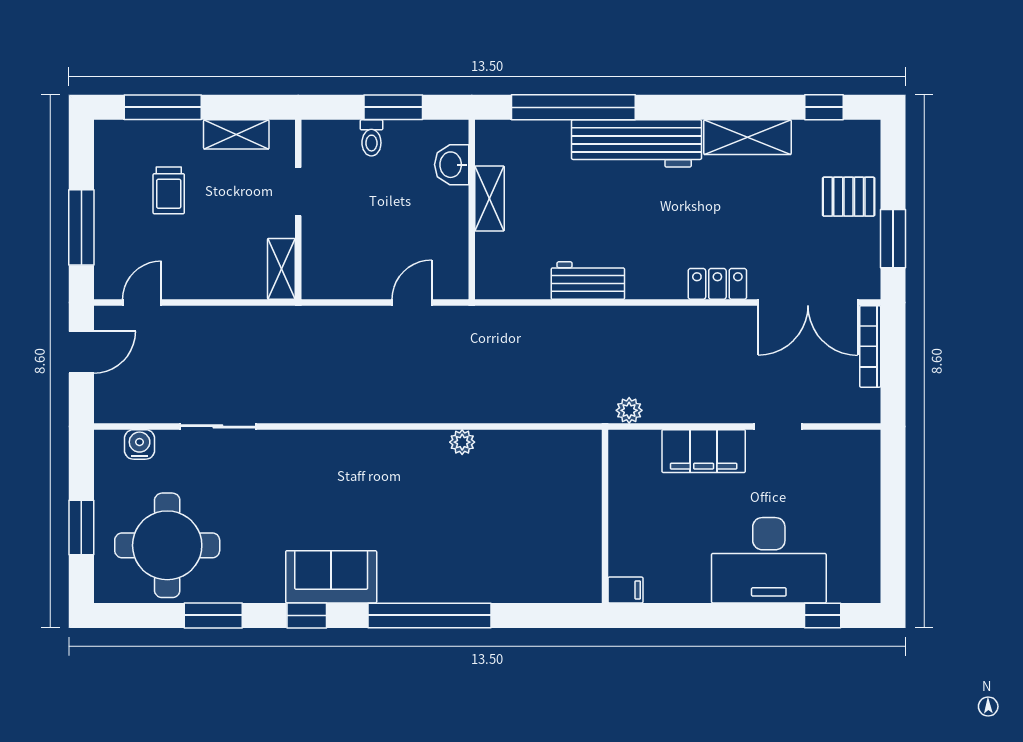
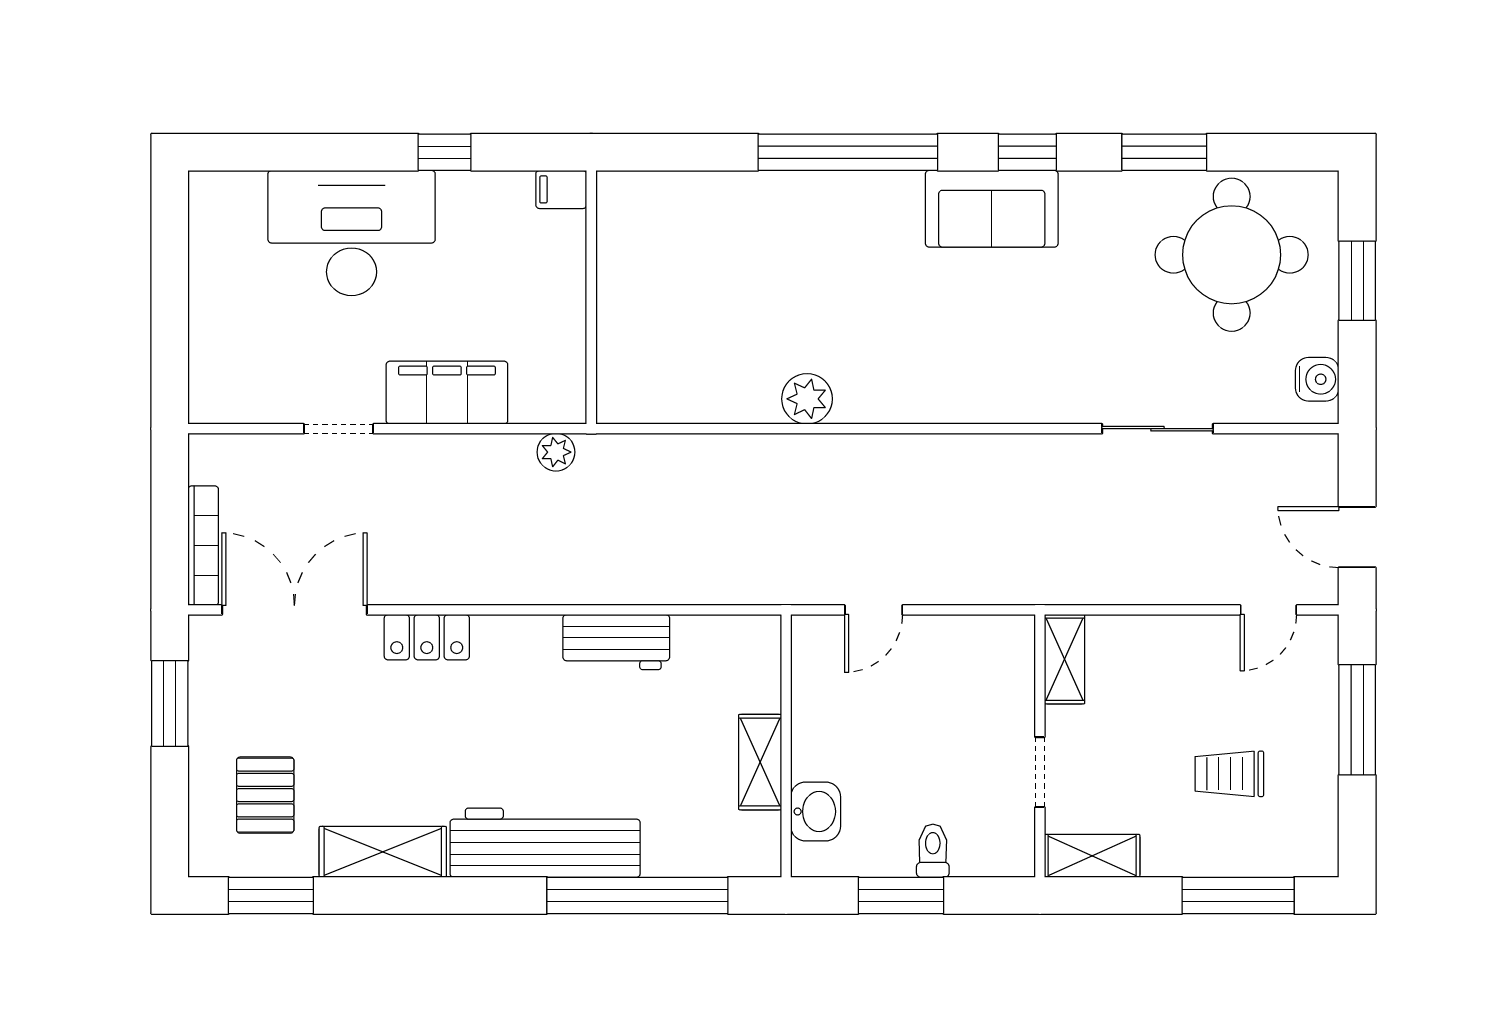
window: (824, 107) -> (271, 895), width x1.50
shelving: (236, 134) -> (1092, 856), moved
trolley: (169, 190) -> (1229, 774), turned -90
pallet: (849, 197) -> (265, 795), moved, turned 90
door: (81, 352) -> (1357, 537), hinge flipped
plant: (462, 442) -> (807, 399), width x1.38, depth x1.38
water cooler: (140, 444) -> (1317, 379), moved, turned -90
window: (823, 615) -> (445, 152), moved

